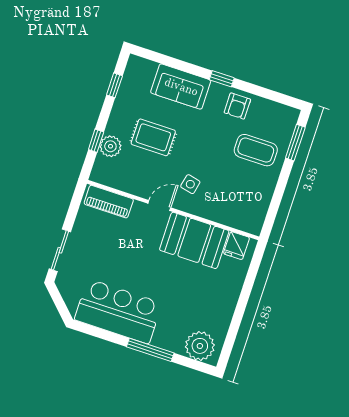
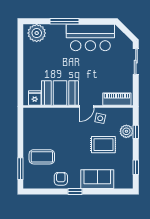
side table: (190, 184) -> (100, 118), moved

